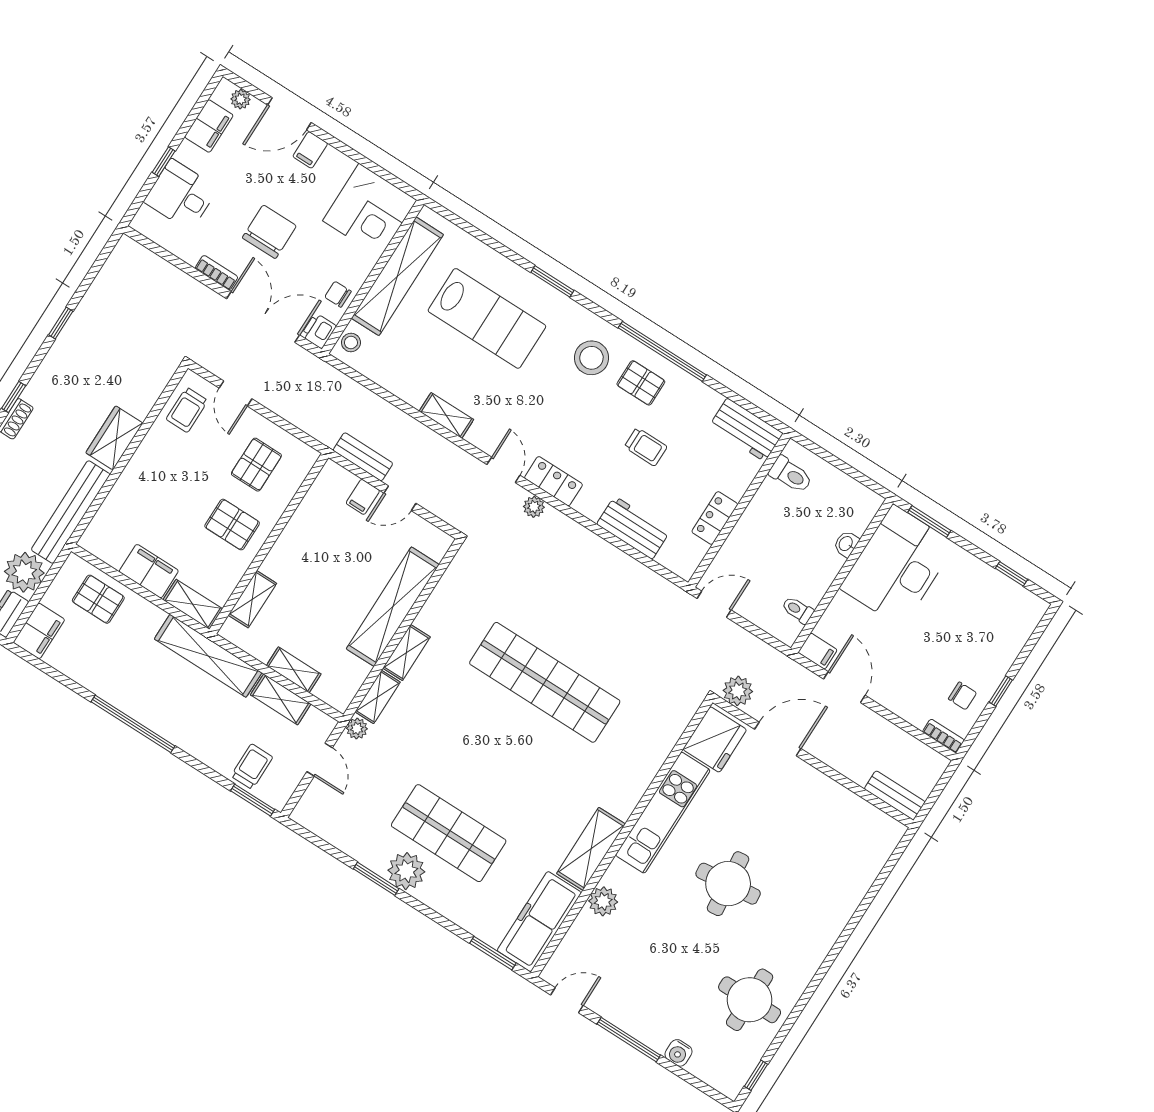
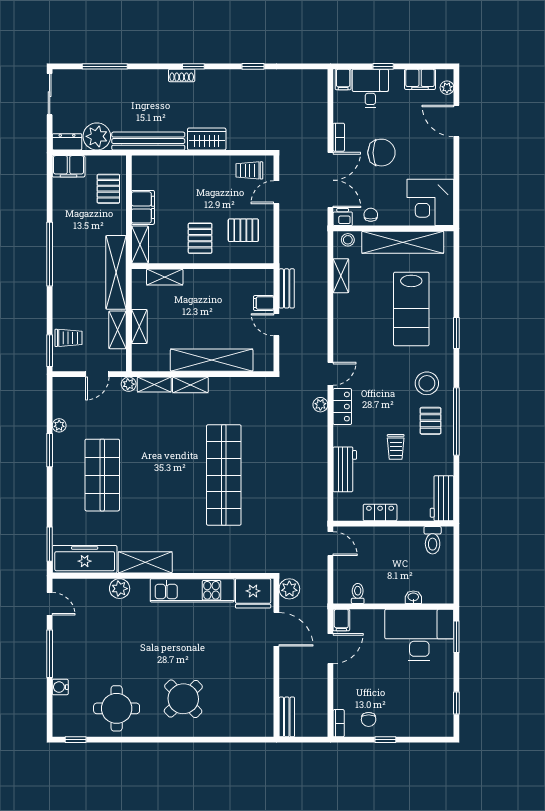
filing cabinet: (310, 150) -> (343, 79), moved, turned -90
shelving: (446, 415) -> (341, 276), moved
plant: (406, 871) -> (59, 425), moved, width x0.53, depth x0.53
round table: (728, 884) -> (183, 699), moved, turned -38

